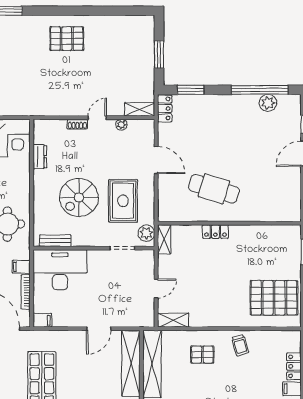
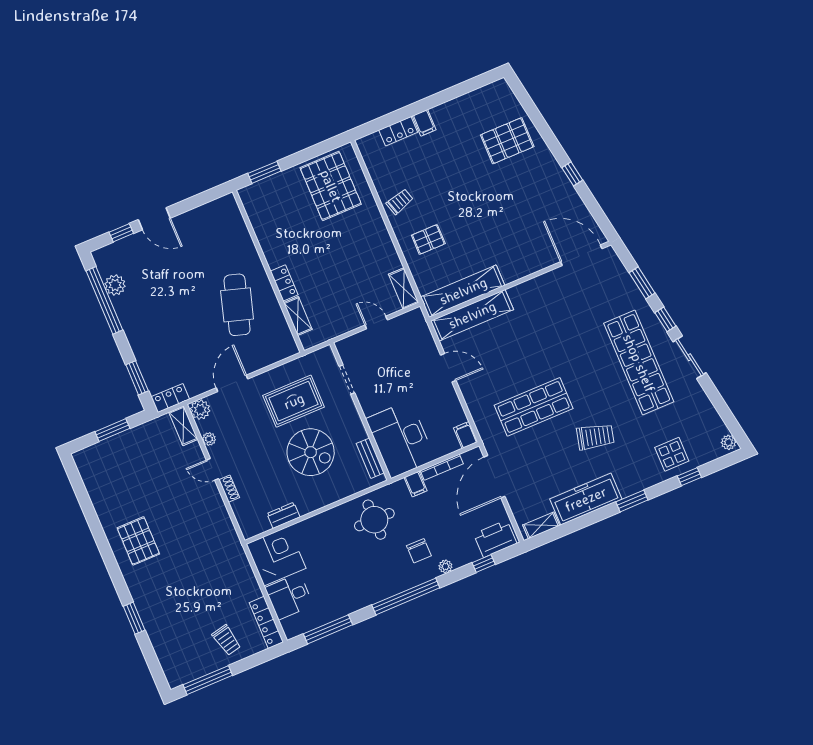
plant: (146, 233) -> (200, 410), moved
shelving: (164, 239) -> (298, 316), moved, turned 90
pallet: (202, 355) -> (428, 239), turned 90

